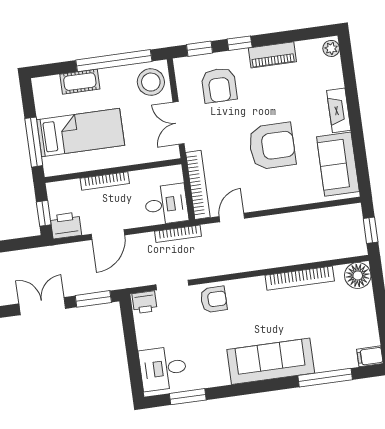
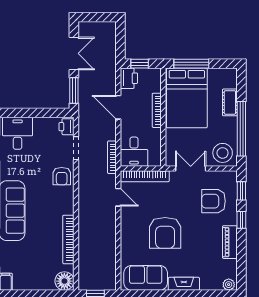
bed: (81, 133) -> (187, 98), width x1.50

